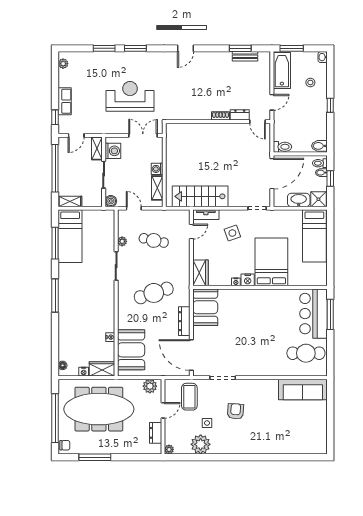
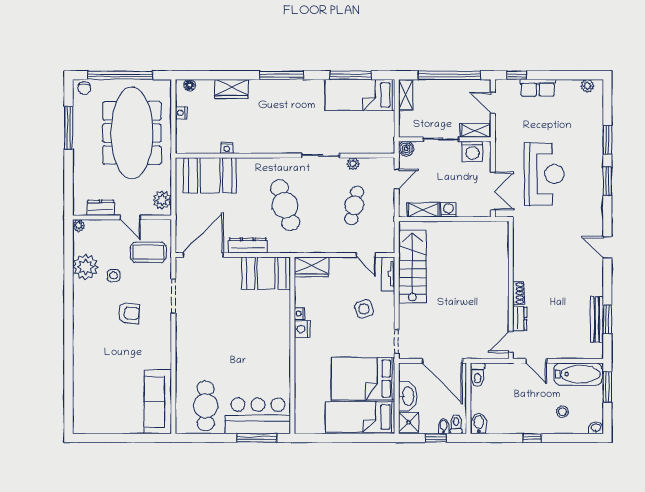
bench: (245, 56) -> (597, 319), width x1.36
bed: (271, 262) -> (363, 379), moved, turned 180
wardrobe: (102, 369) -> (231, 89), moved, turned 90

